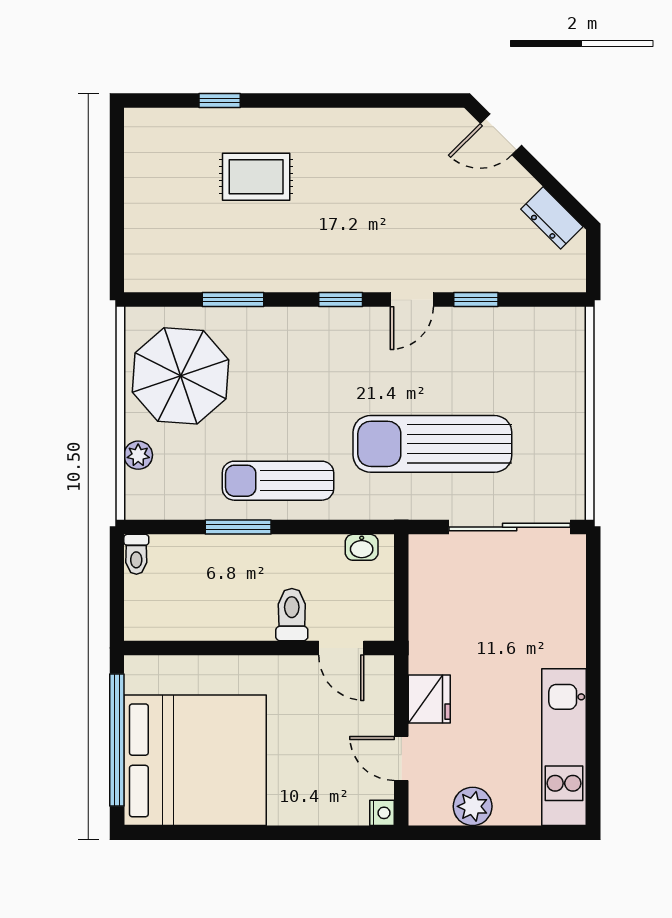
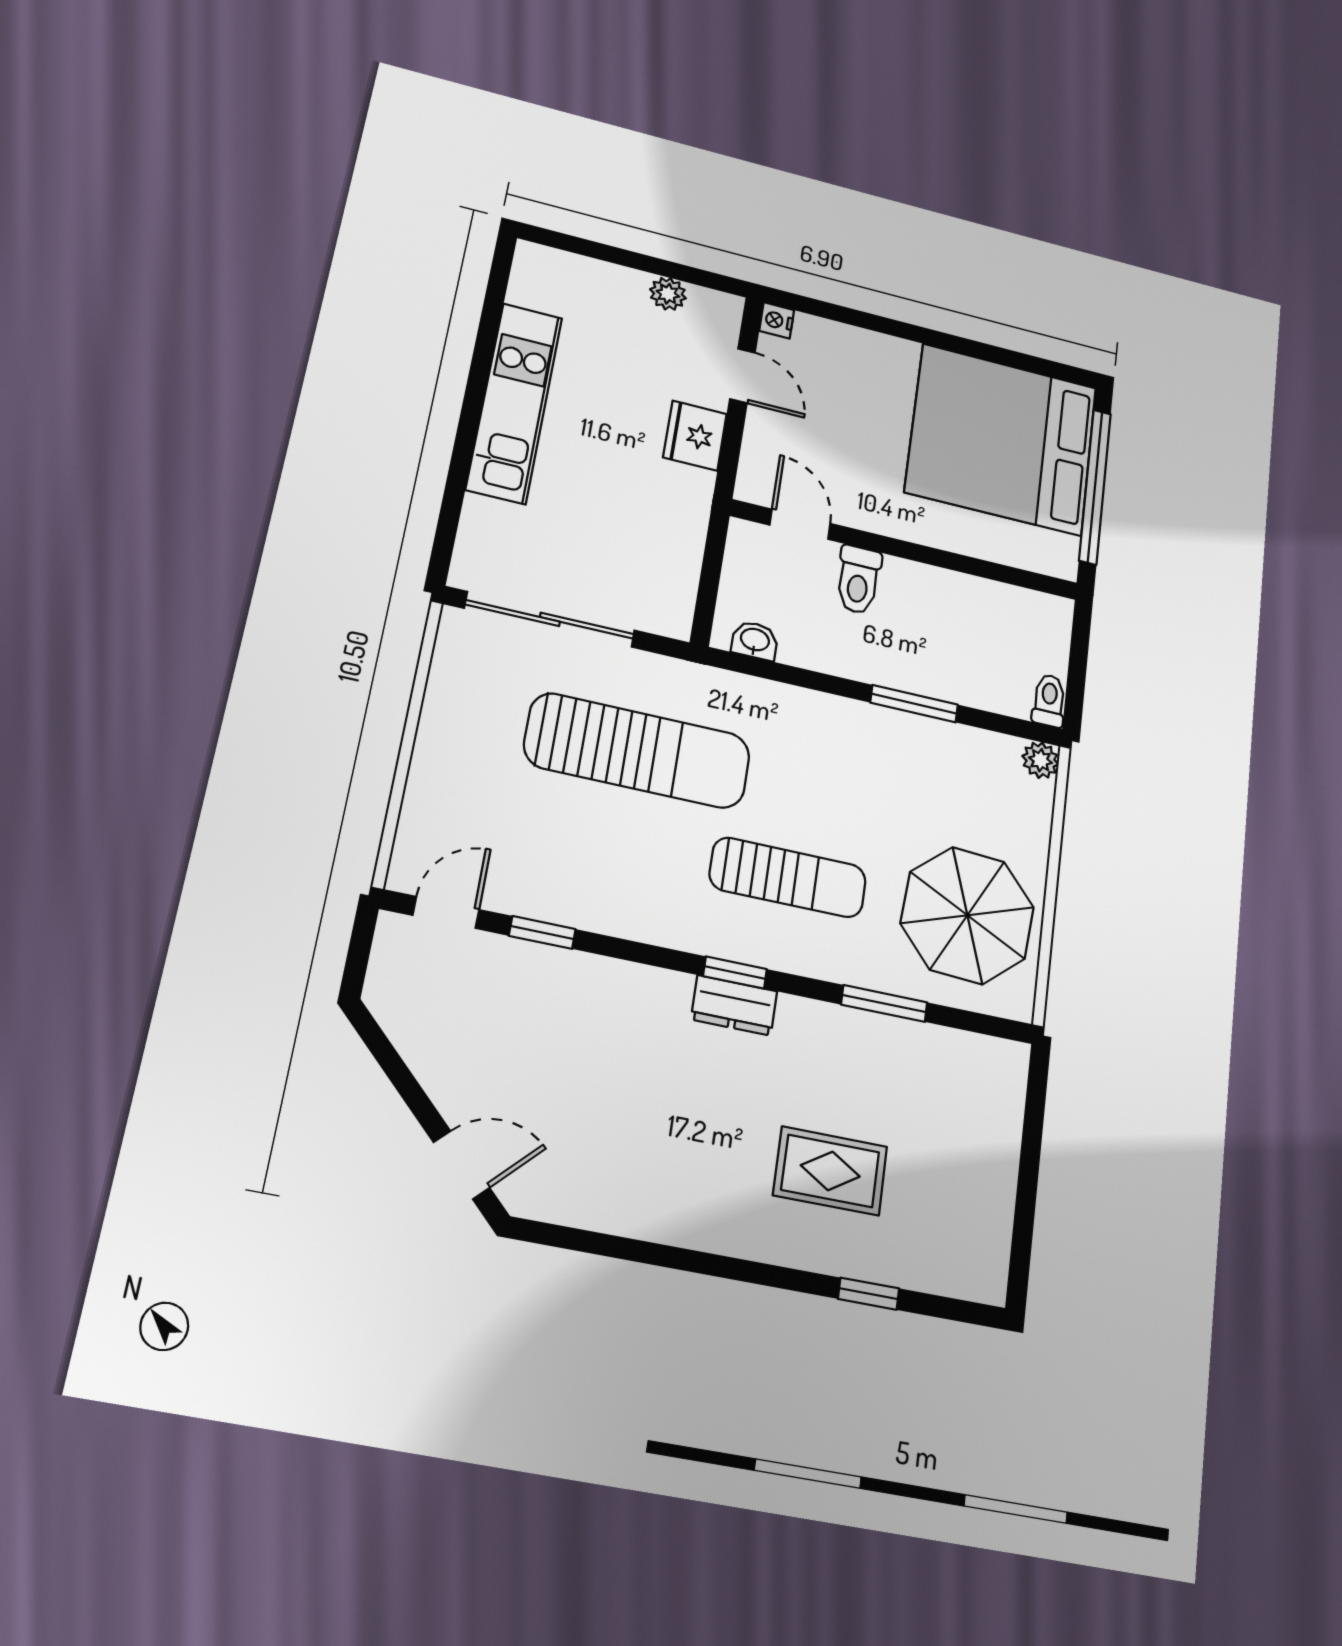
dresser: (552, 218) -> (734, 1005), moved, turned 135
door: (412, 300) -> (446, 913), moved
plant: (138, 455) -> (1040, 760), moved
sun lounger: (278, 481) -> (788, 877), moved
kitchen unit: (564, 747) -> (514, 403), moved
plant: (473, 806) -> (668, 294), width x0.73, depth x0.73

